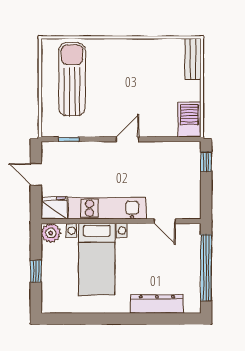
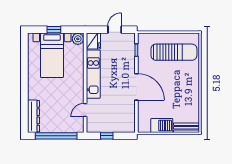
barbecue: (189, 120) -> (162, 125), moved
door: (128, 139) -> (136, 87), width x1.87
window: (206, 162) -> (107, 136), moved
bed with nightstands: (97, 259) -> (52, 55), moved, turned -90
dresser: (157, 304) -> (33, 116), moved

